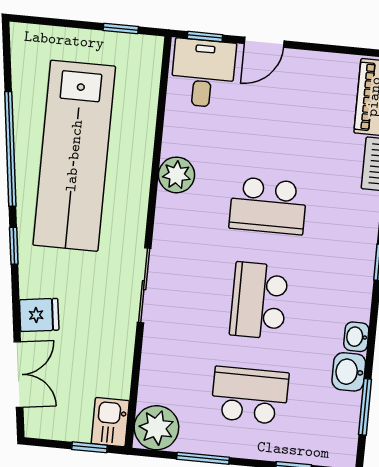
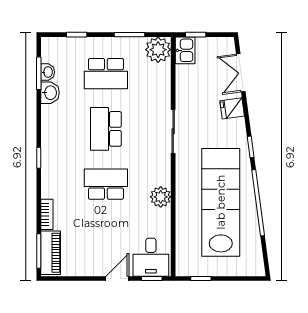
school desk: (259, 301) -> (106, 129), turned 180
washbasin: (356, 337) -> (48, 72), moved

